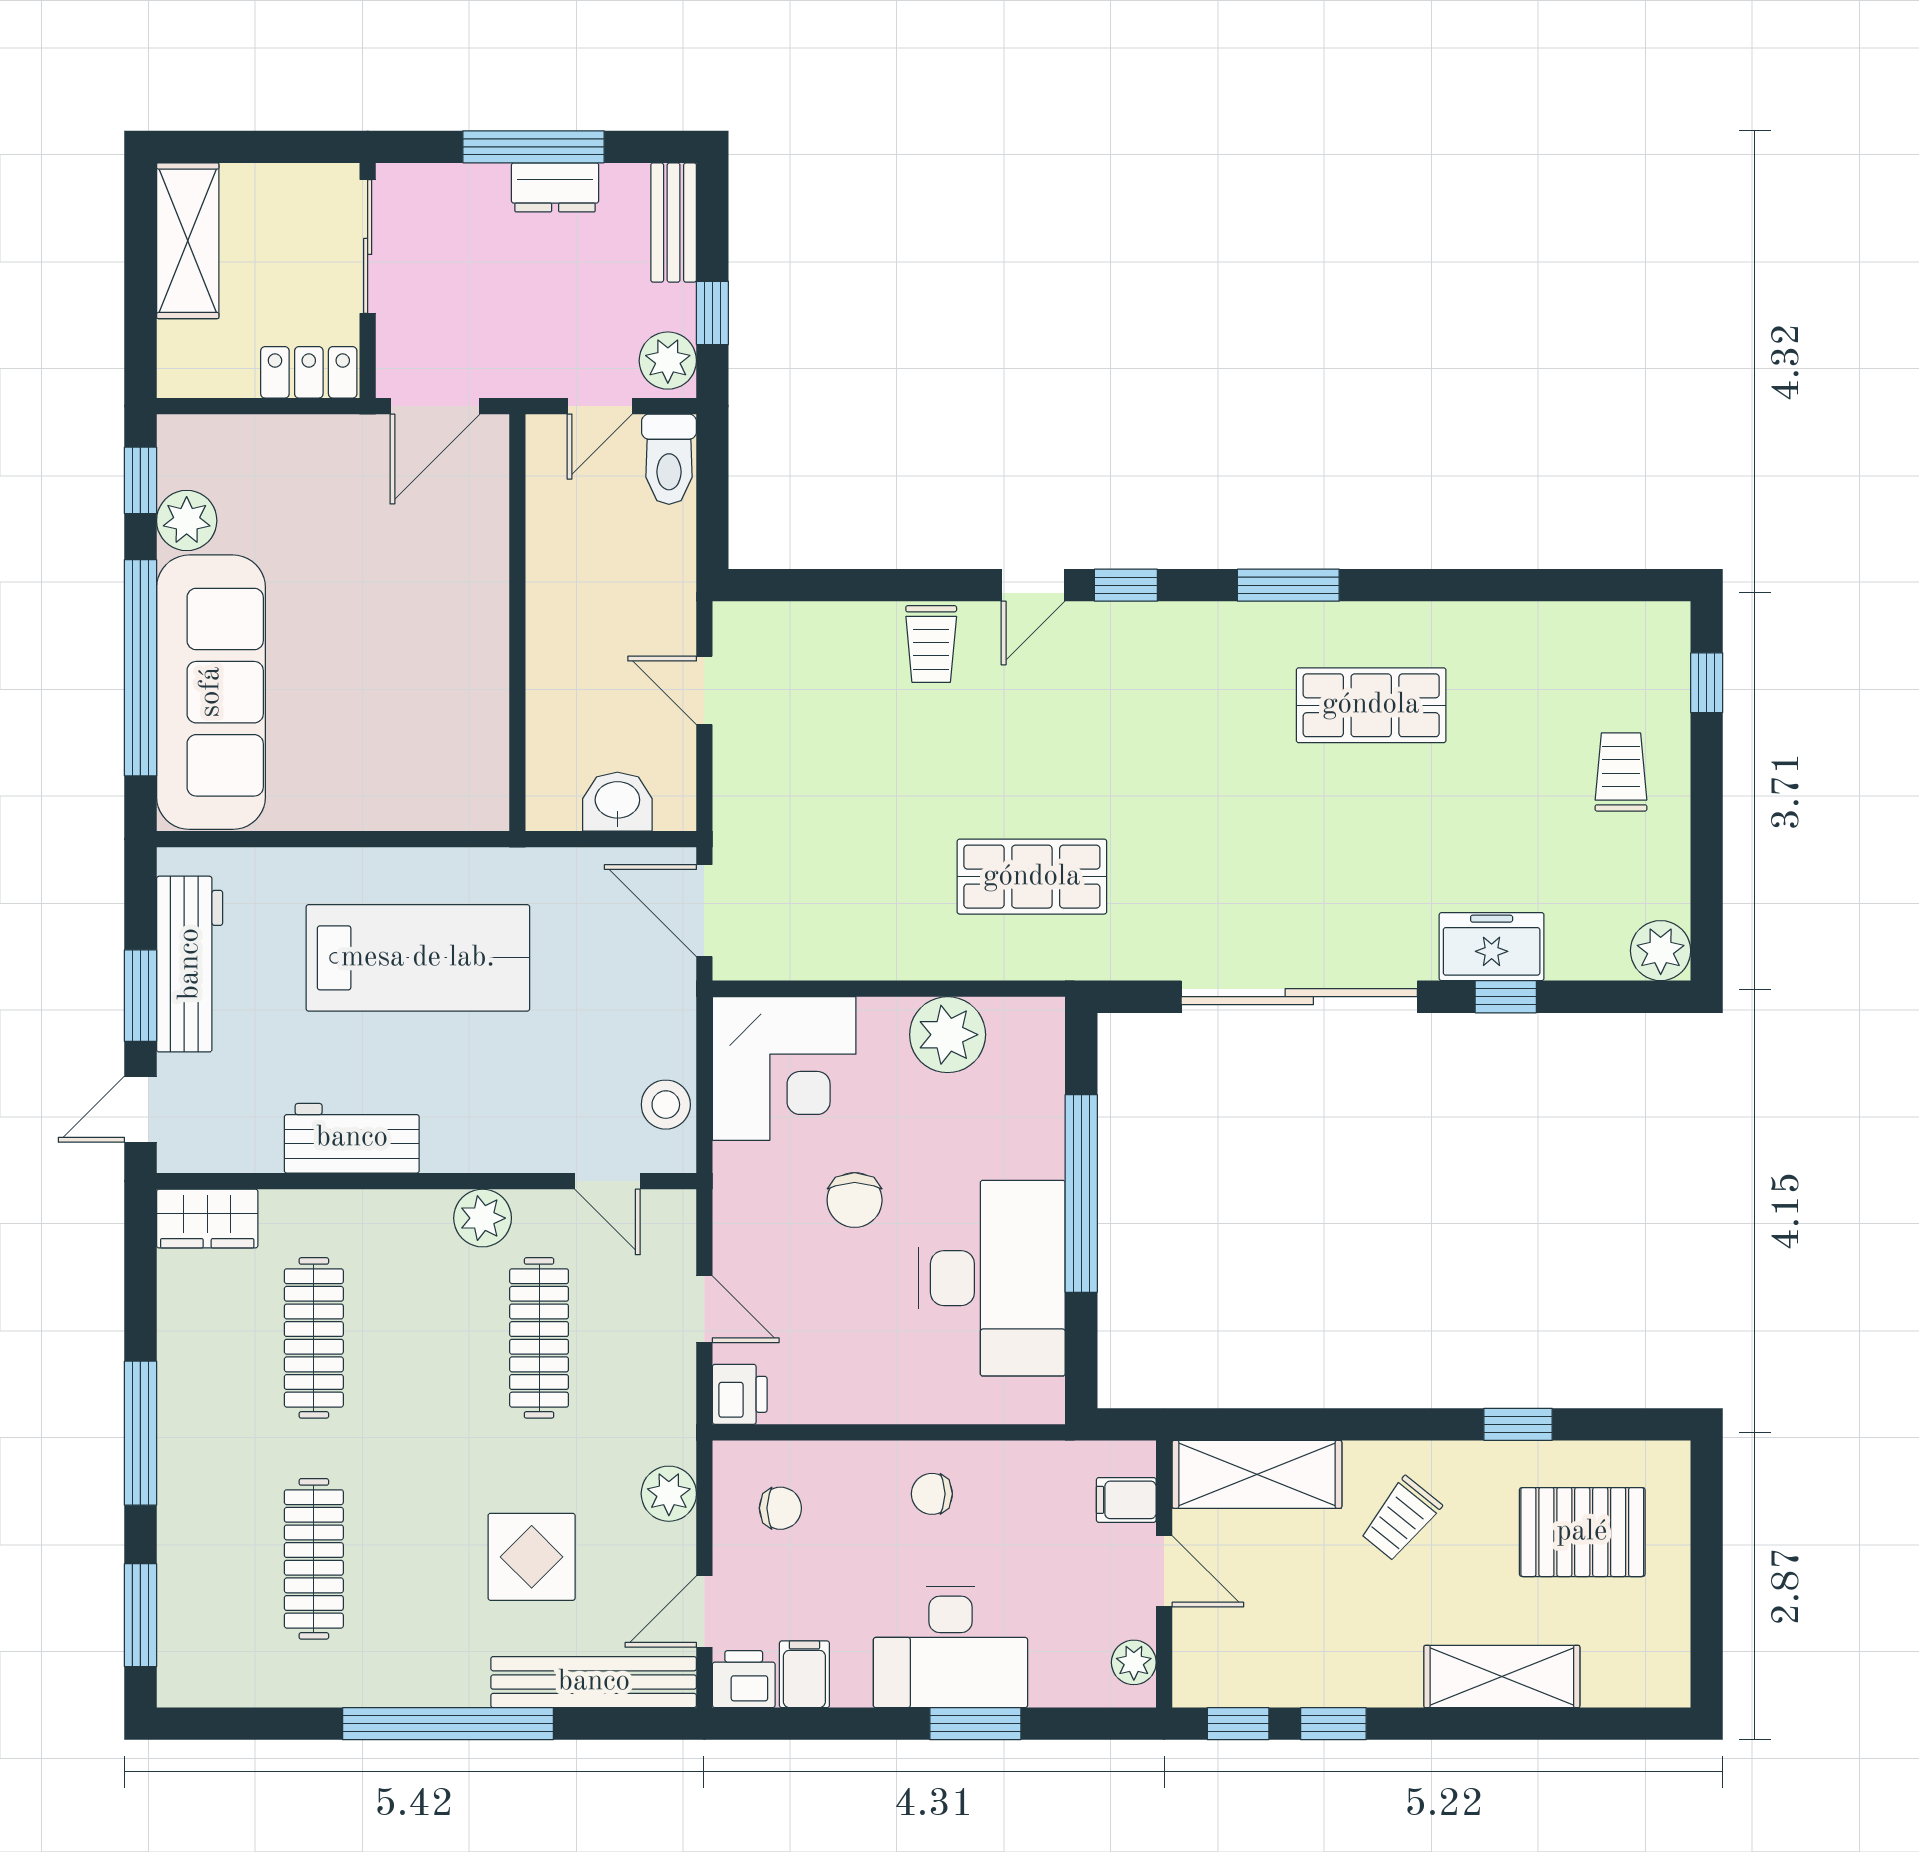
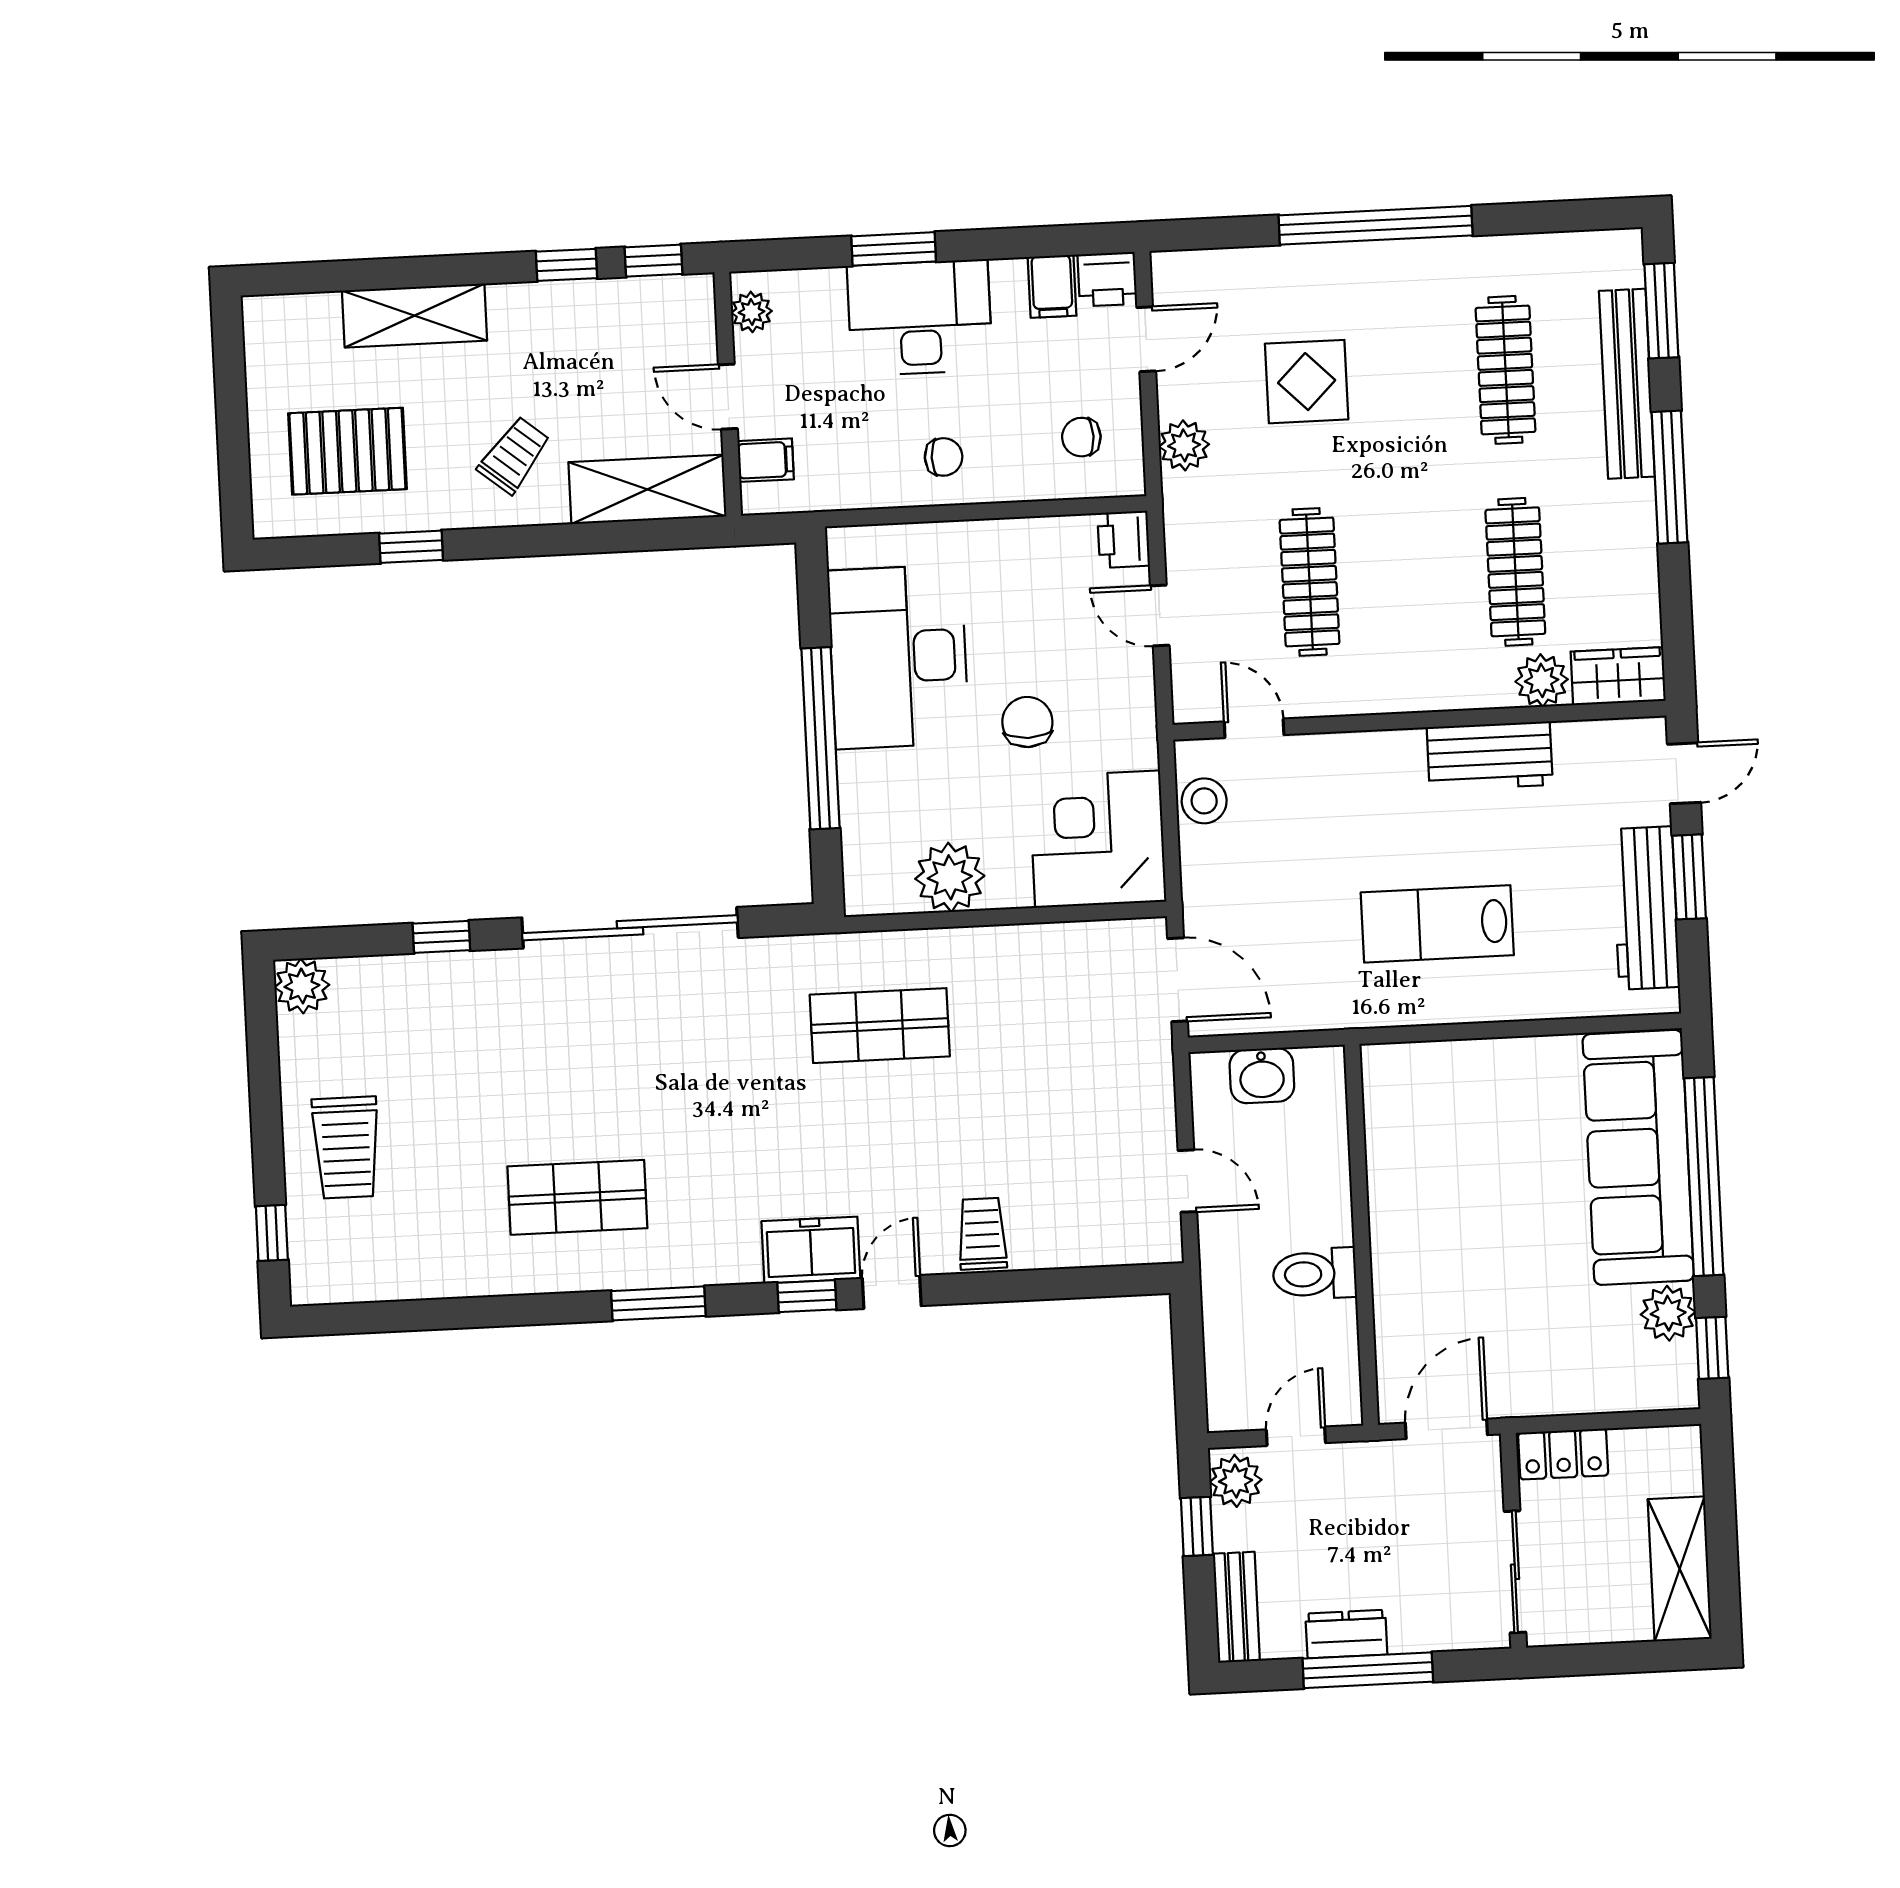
toilet: (669, 459) -> (1315, 1274), moved, turned -90
trolley: (1621, 772) -> (346, 1147), width x1.36, depth x1.39
freezer: (1492, 947) -> (811, 1250), moved, turned 180
lab bench: (418, 958) -> (1437, 924), width x0.73, depth x0.72
plant: (483, 1218) -> (1542, 680), moved
bench: (594, 1682) -> (1627, 384), moved, turned 90

